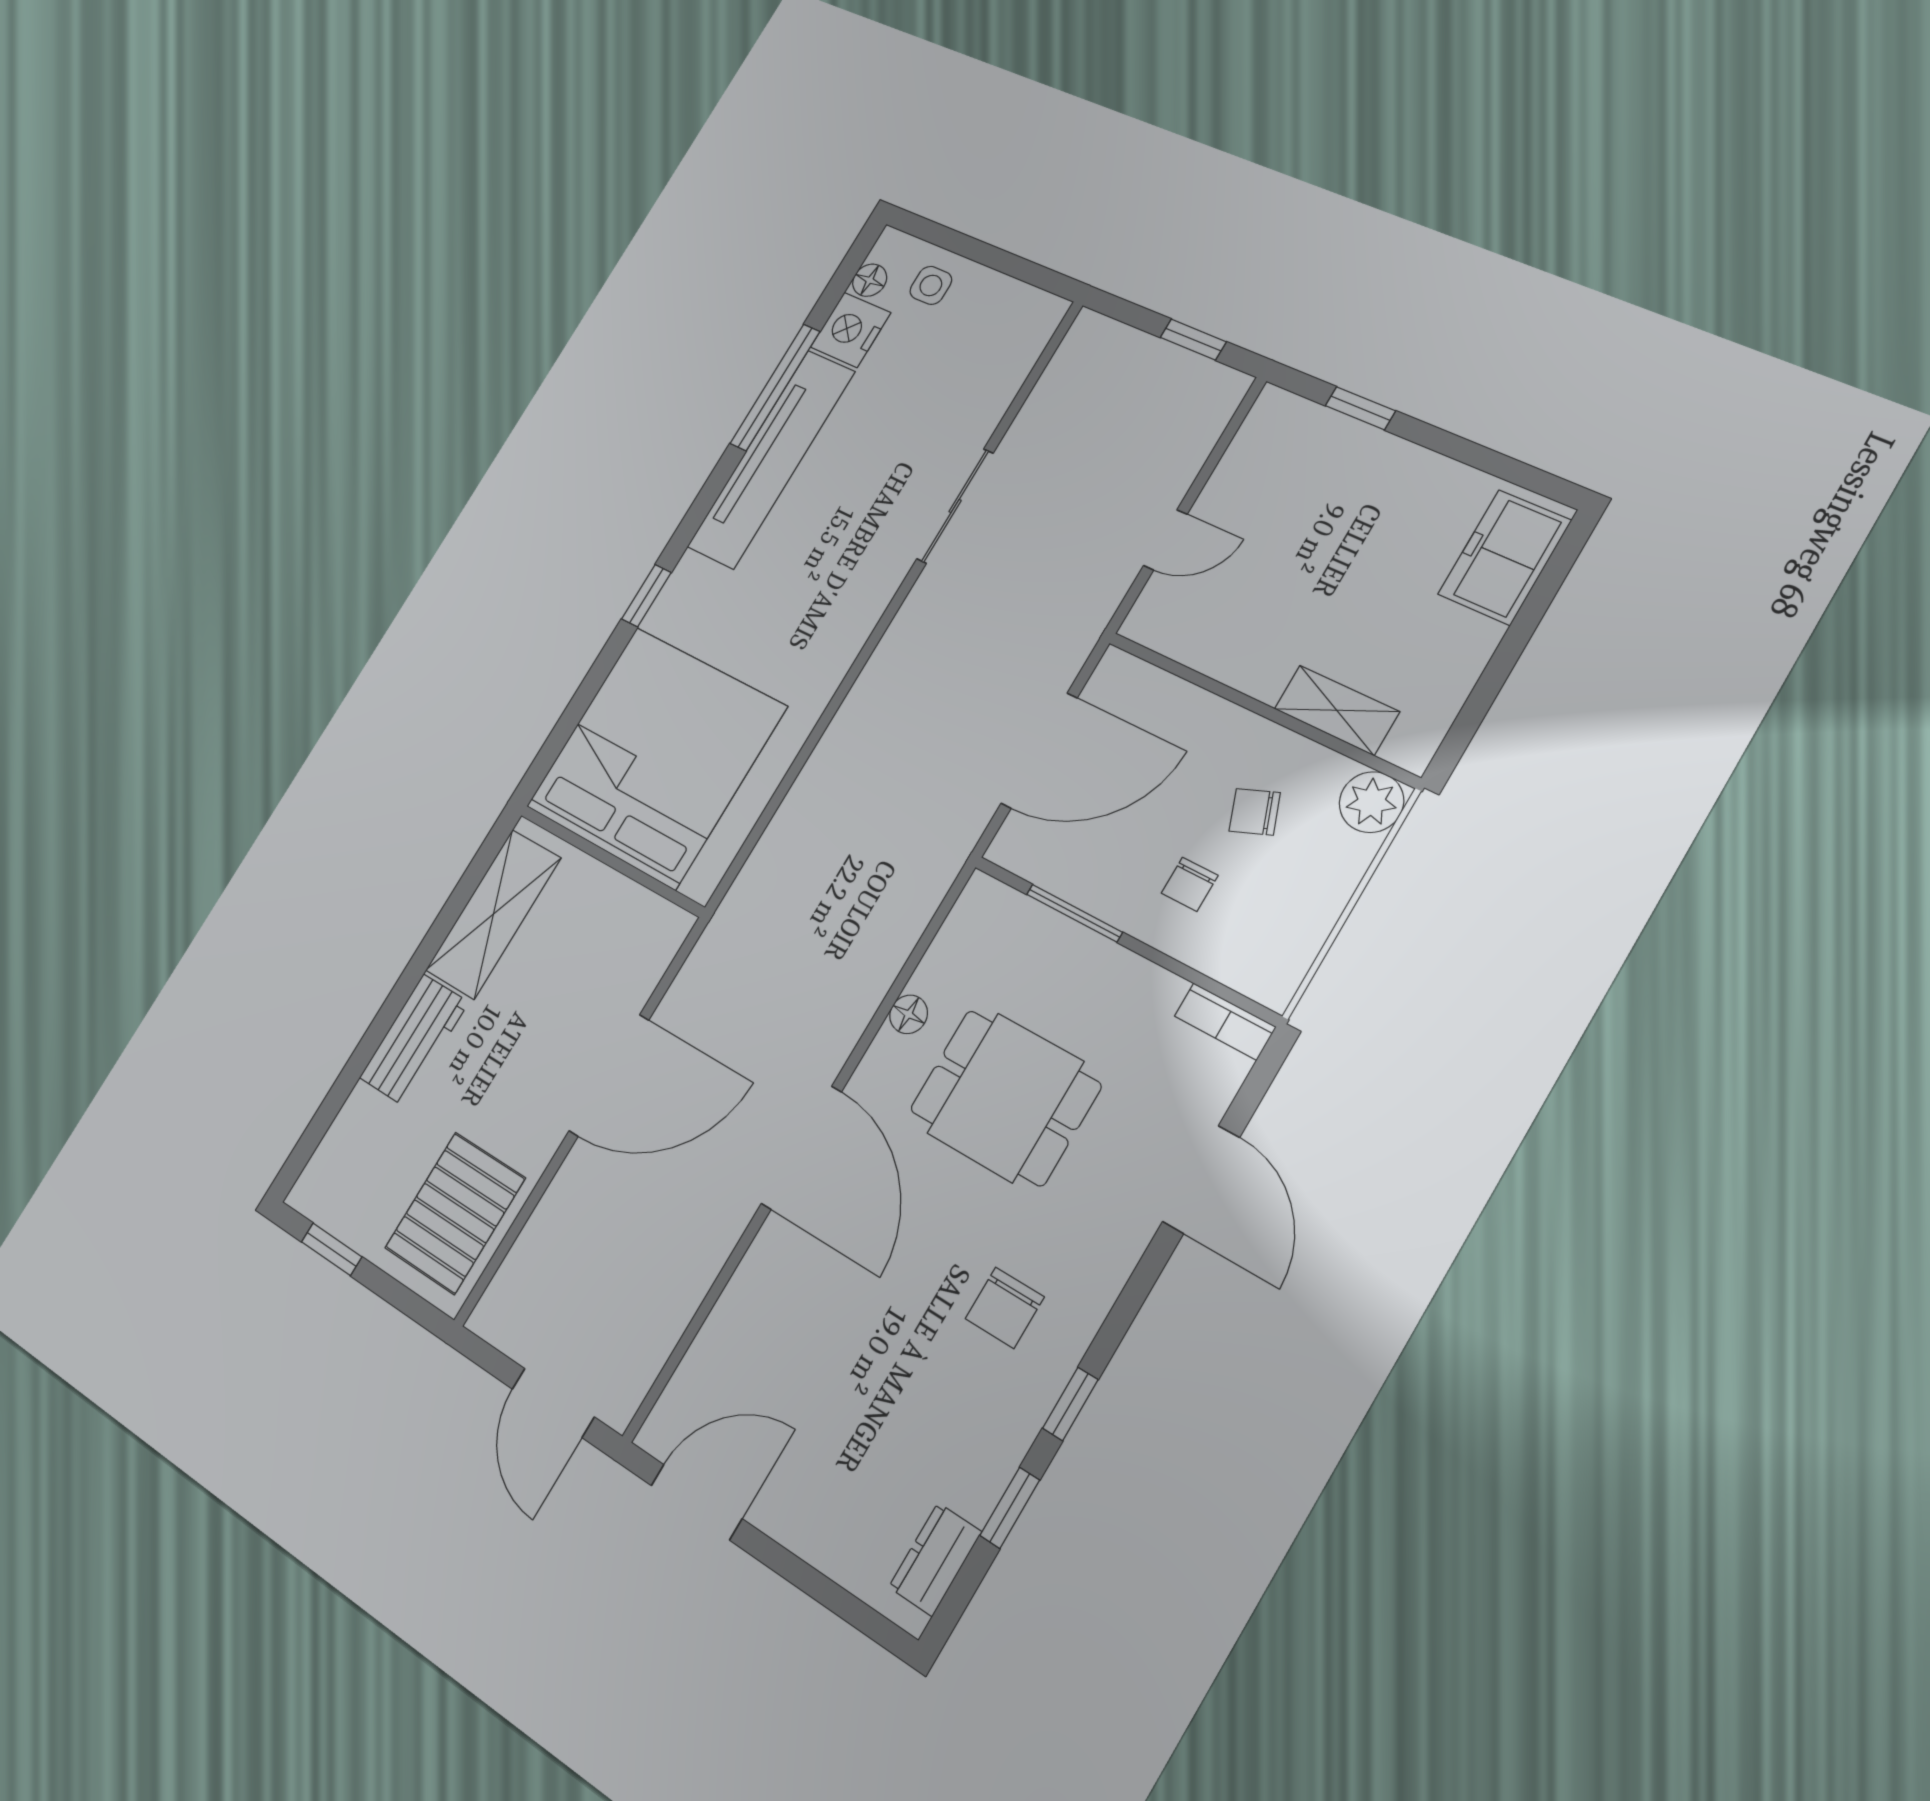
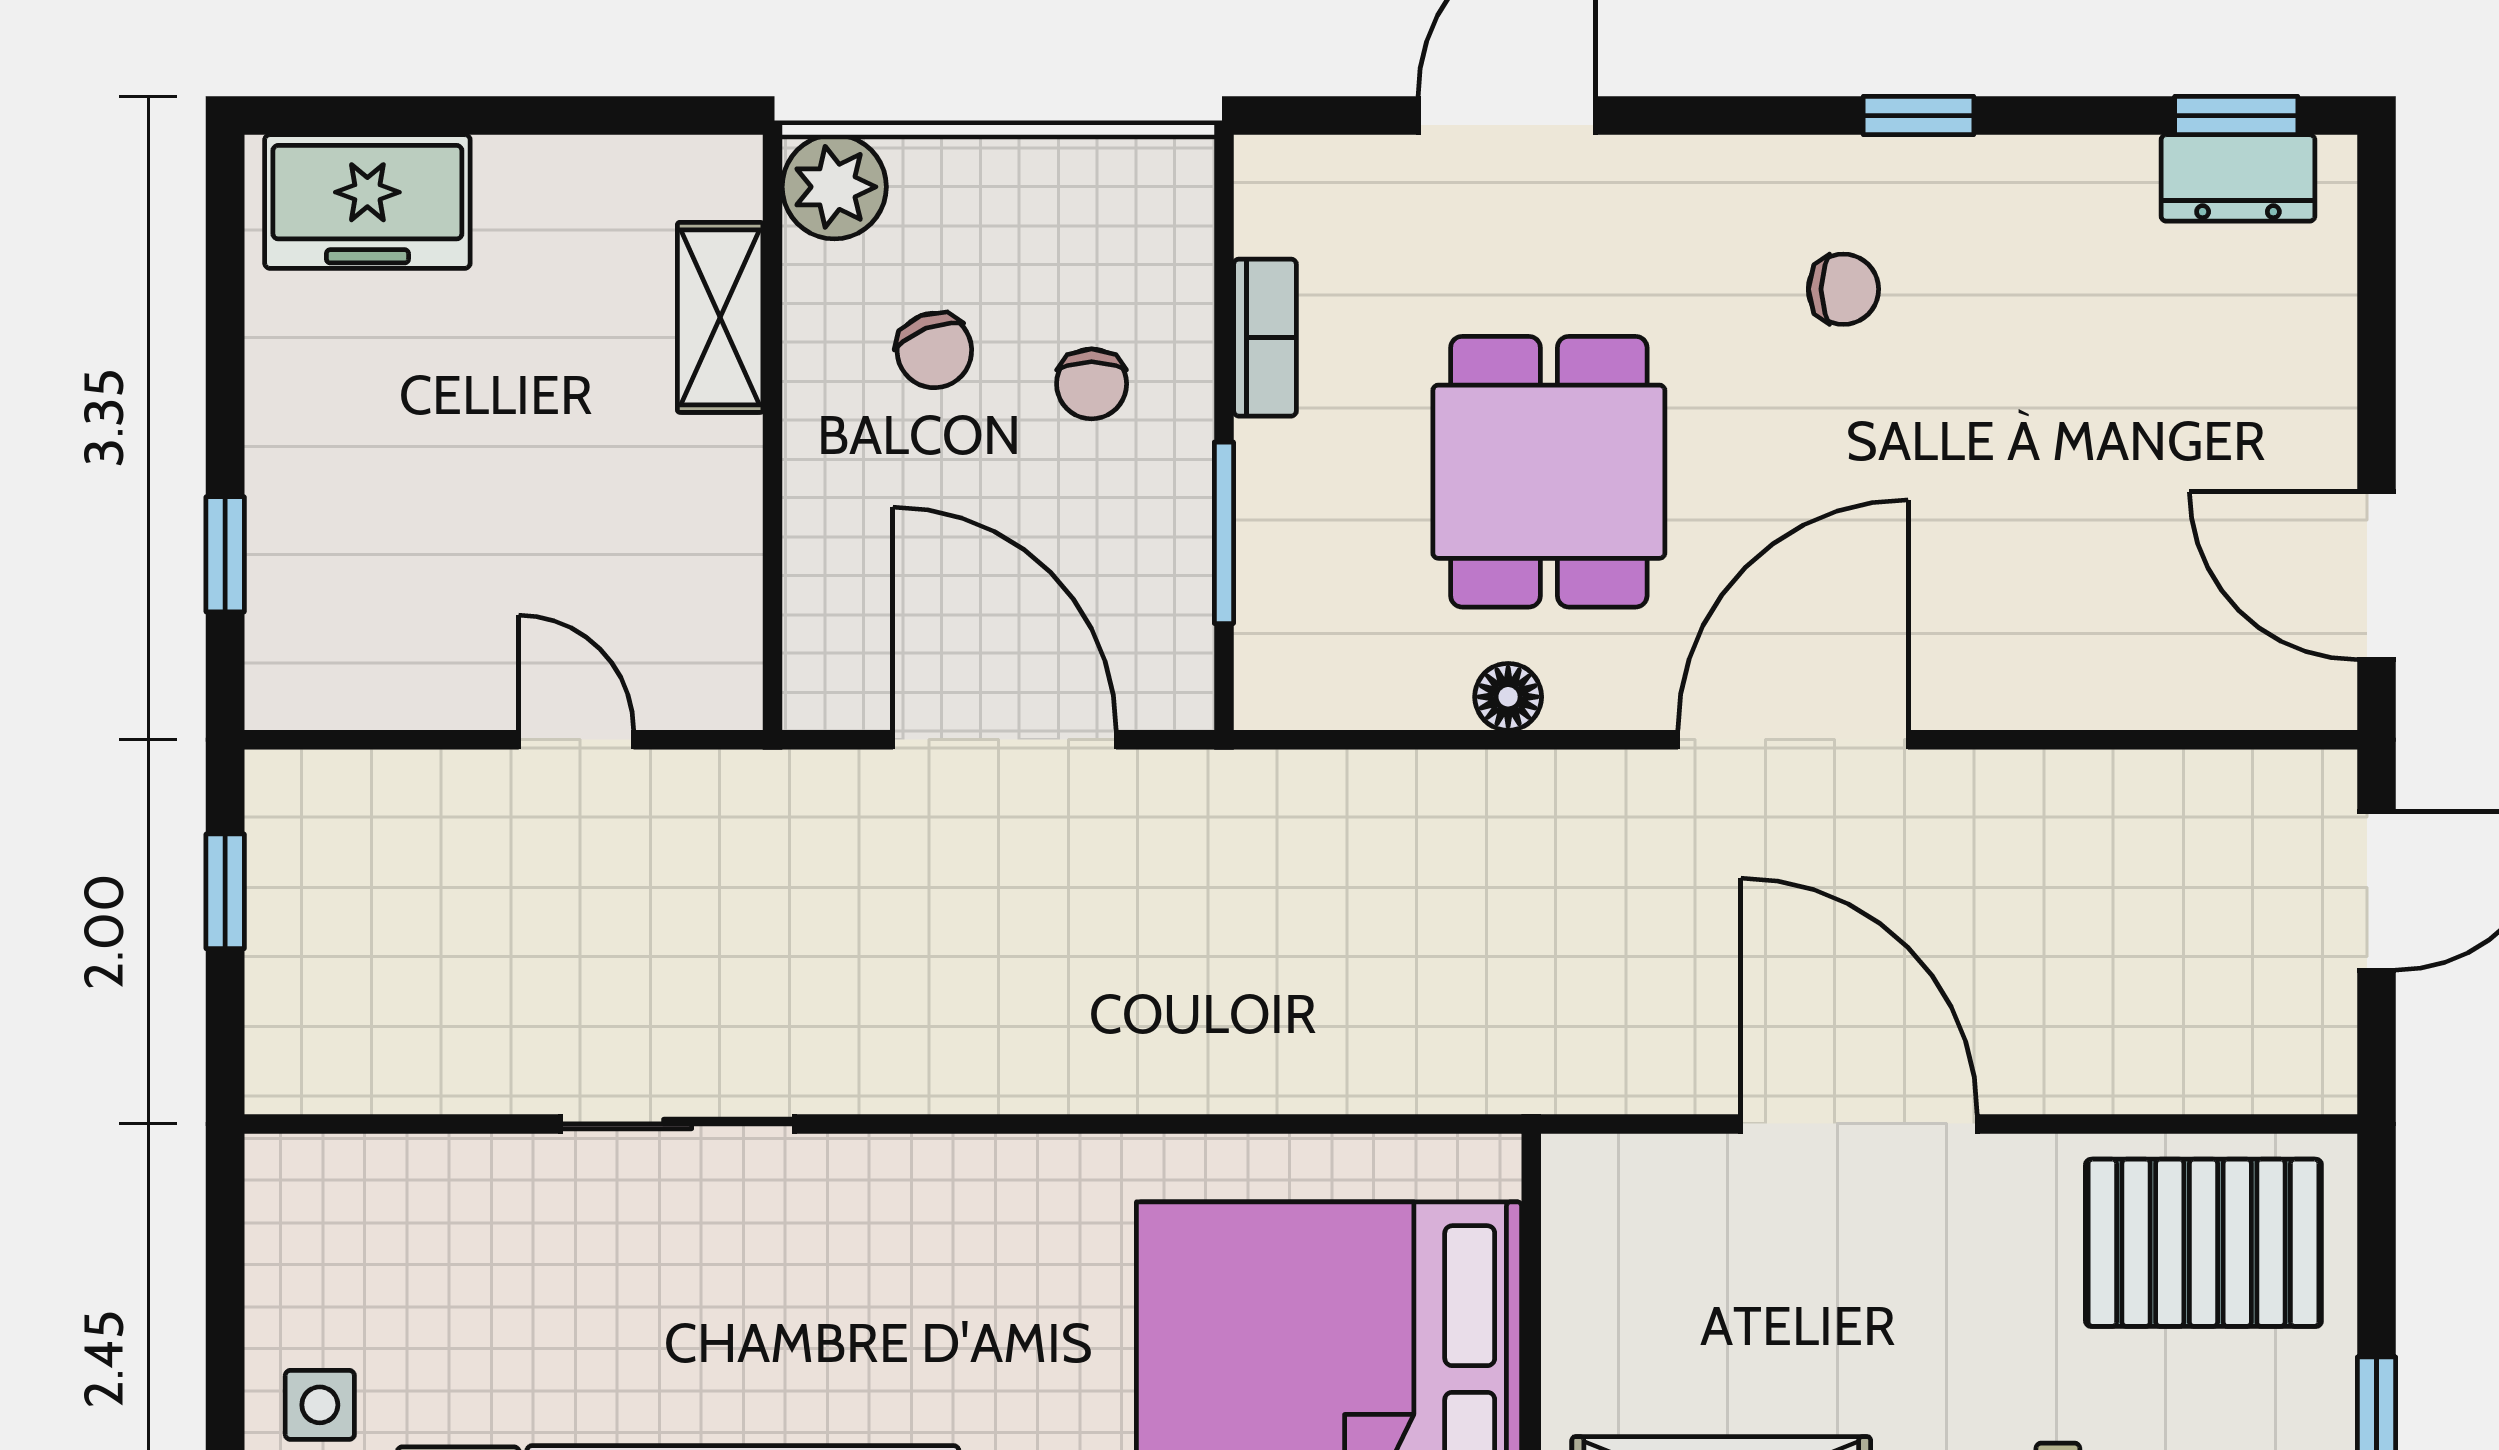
chair: (1190, 884) -> (1092, 384), turned 90
bookcase: (1225, 1021) -> (1265, 338), moved
chair: (1005, 1308) -> (1843, 289), width x0.73, depth x0.73
window: (1010, 1508) -> (2236, 116), moved

